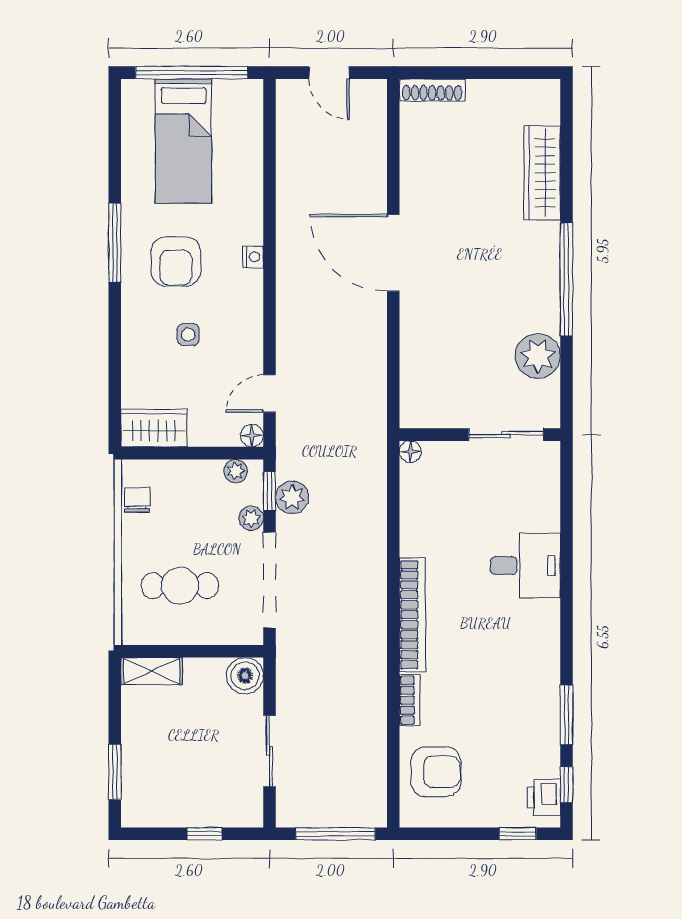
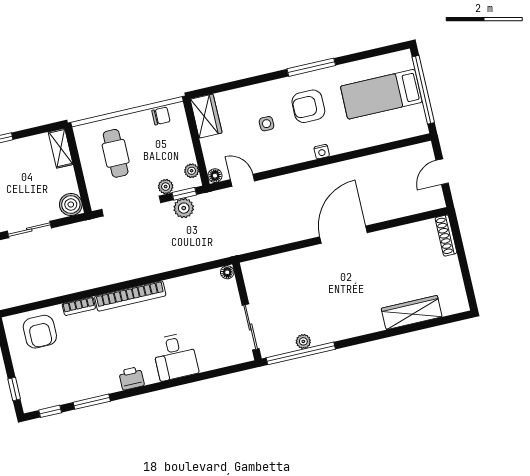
window: (566, 280) -> (301, 353), moved
plant: (538, 356) -> (303, 341), width x0.53, depth x0.53
printer: (544, 797) -> (131, 378), moved

